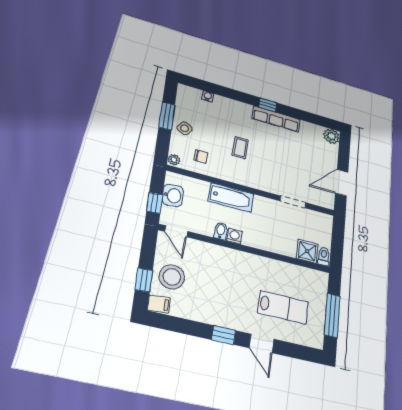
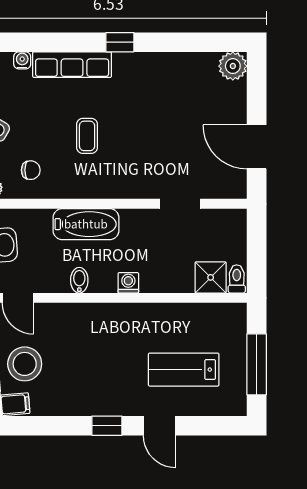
row of seats: (276, 119) -> (72, 65), moved
door: (342, 183) -> (257, 147), hinge flipped
washing machine: (234, 236) -> (128, 283), moved
lab bench: (283, 307) -> (184, 370), turned 180

